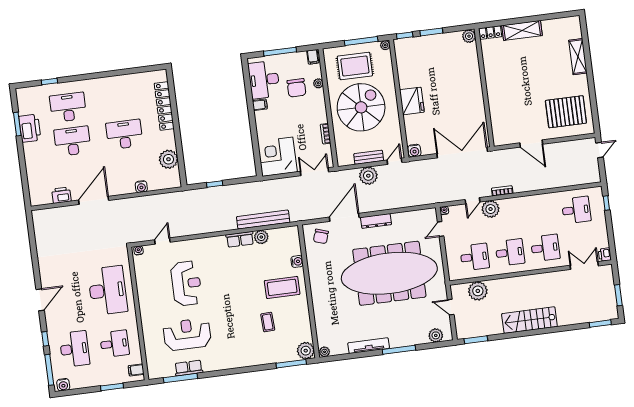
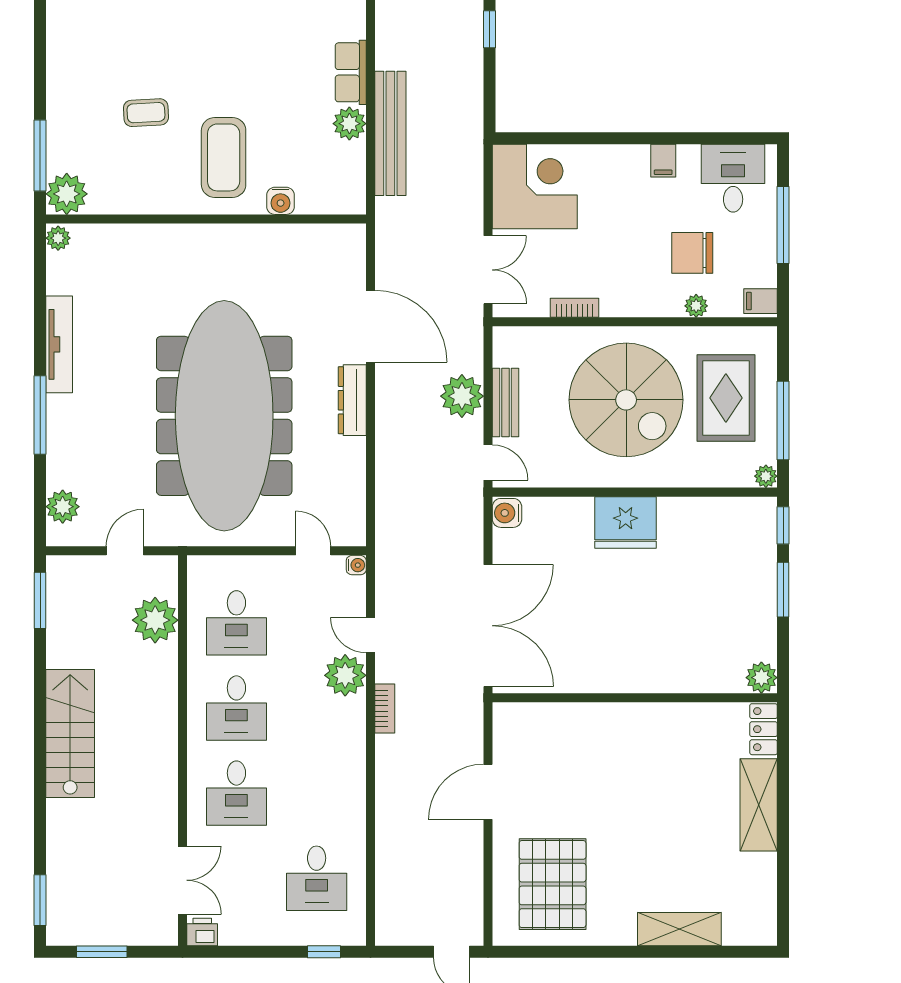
desk: (264, 80) -> (733, 178), width x0.73
chair: (321, 236) -> (333, 265), removed

